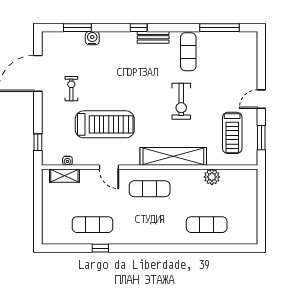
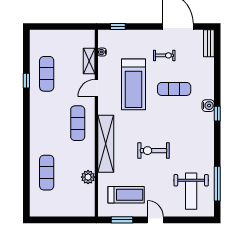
window: (77, 28) -> (217, 61), removed
bench: (153, 37) -> (209, 43), moved
water cooler: (92, 38) -> (208, 106), moved
exercise mat: (188, 52) -> (174, 89), moved
weight bench: (228, 58) -> (191, 191), added
treadmill: (232, 133) -> (126, 195), turned 180
shelving: (64, 176) -> (89, 61), moved

